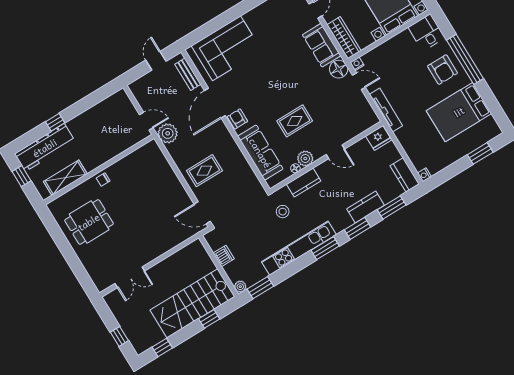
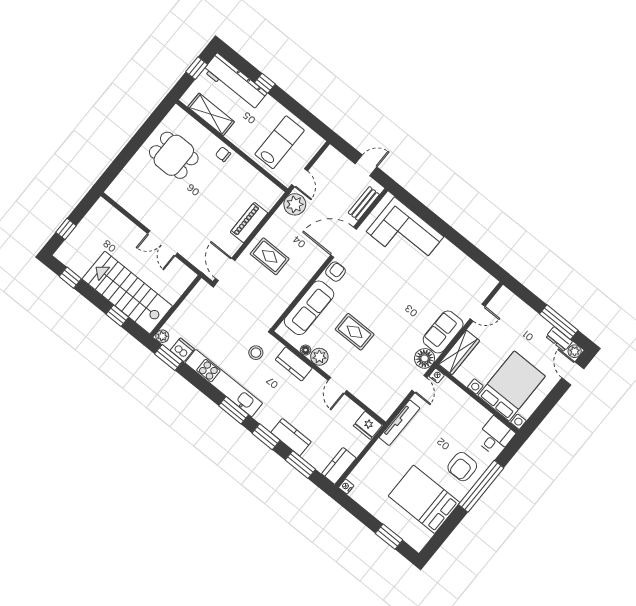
lab bench: (110, 128) -> (280, 142), added
piano: (169, 178) -> (249, 223), added
dishwasher: (224, 256) -> (182, 350), moved, turned -90
double door: (130, 277) -> (162, 243), moved

